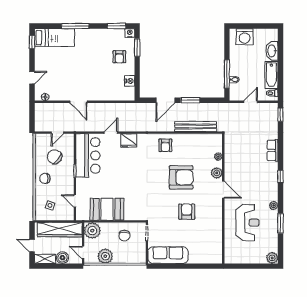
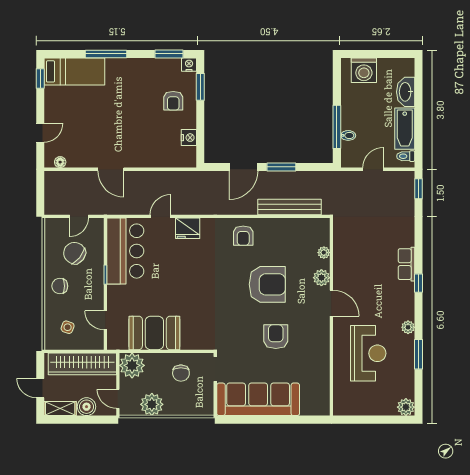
row of seats: (273, 150) -> (406, 264), moved
sofa: (168, 255) -> (258, 399), width x1.36, depth x1.27

